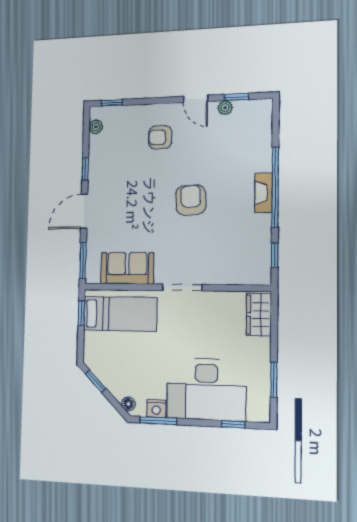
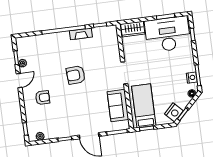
armchair: (160, 137) -> (43, 98), turned -90
fireplace: (263, 193) -> (81, 34), moved
nightstand: (101, 366) -> (174, 112), added
desk: (206, 389) -> (168, 34), moved, turned -90

